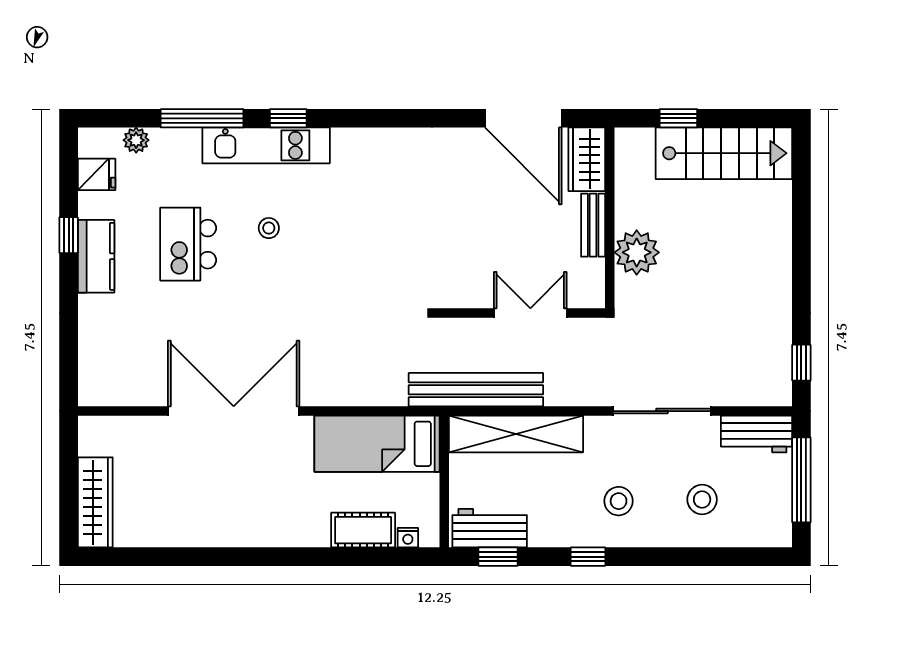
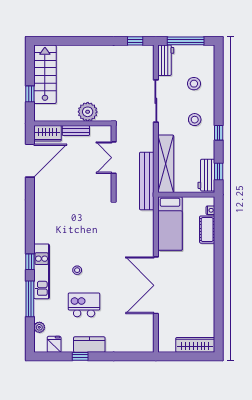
kitchen island: (188, 244) -> (84, 305), turned 180

